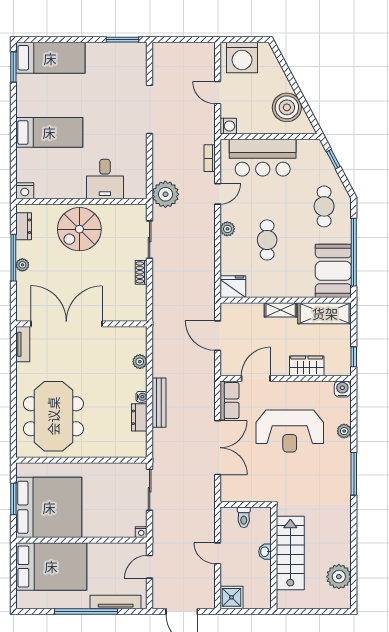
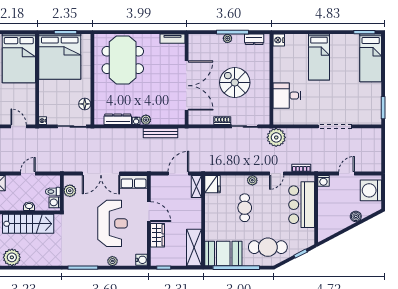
boiler: (287, 107) -> (356, 216), moved, width x0.54, depth x0.54
door: (218, 194) -> (277, 174), hinge flipped
cafe table: (324, 206) -> (268, 247), width x1.37, depth x1.35
spiral stairs: (79, 229) -> (235, 83), moved
cafe table: (267, 240) -> (245, 208), turned 90
shelving: (281, 310) -> (196, 186), moved
double door: (66, 324) -> (187, 86), moved
plant: (140, 362) -> (146, 120), moved
door: (256, 378) -> (149, 212), moved
bench: (159, 403) -> (161, 133), moved
meeting table: (53, 416) -> (123, 60), turned 90
dresser: (139, 417) -> (118, 119), width x1.44
reception desk: (290, 431) -> (113, 223), turned 180
floor lamp: (117, 471) -> (85, 104), added
plant: (243, 493) -> (70, 191), added
washing machine: (259, 515) -> (55, 202), added

